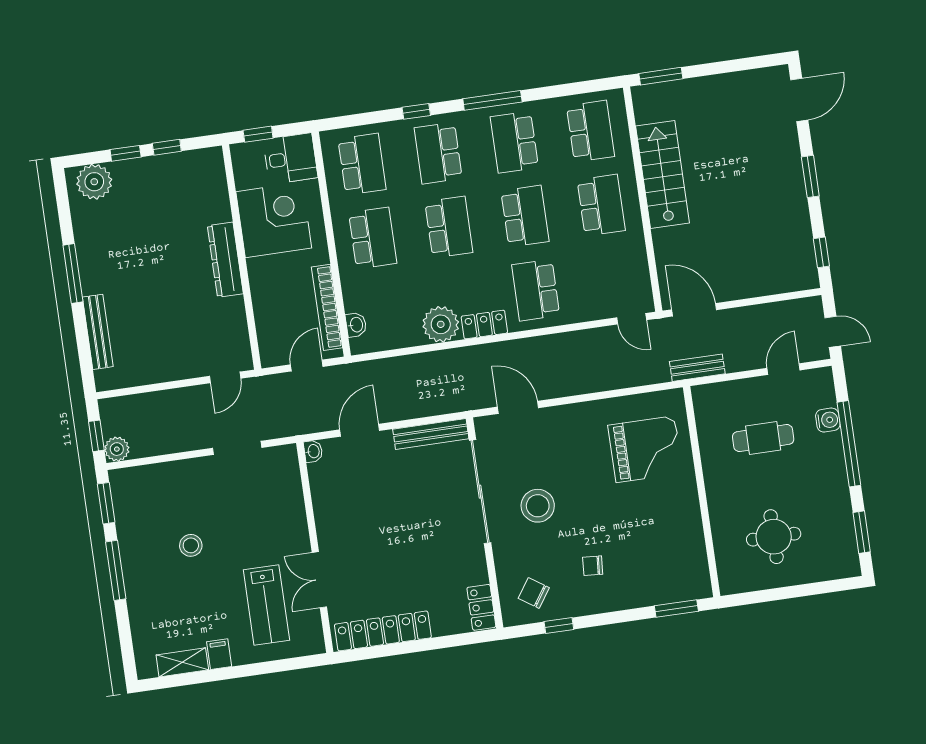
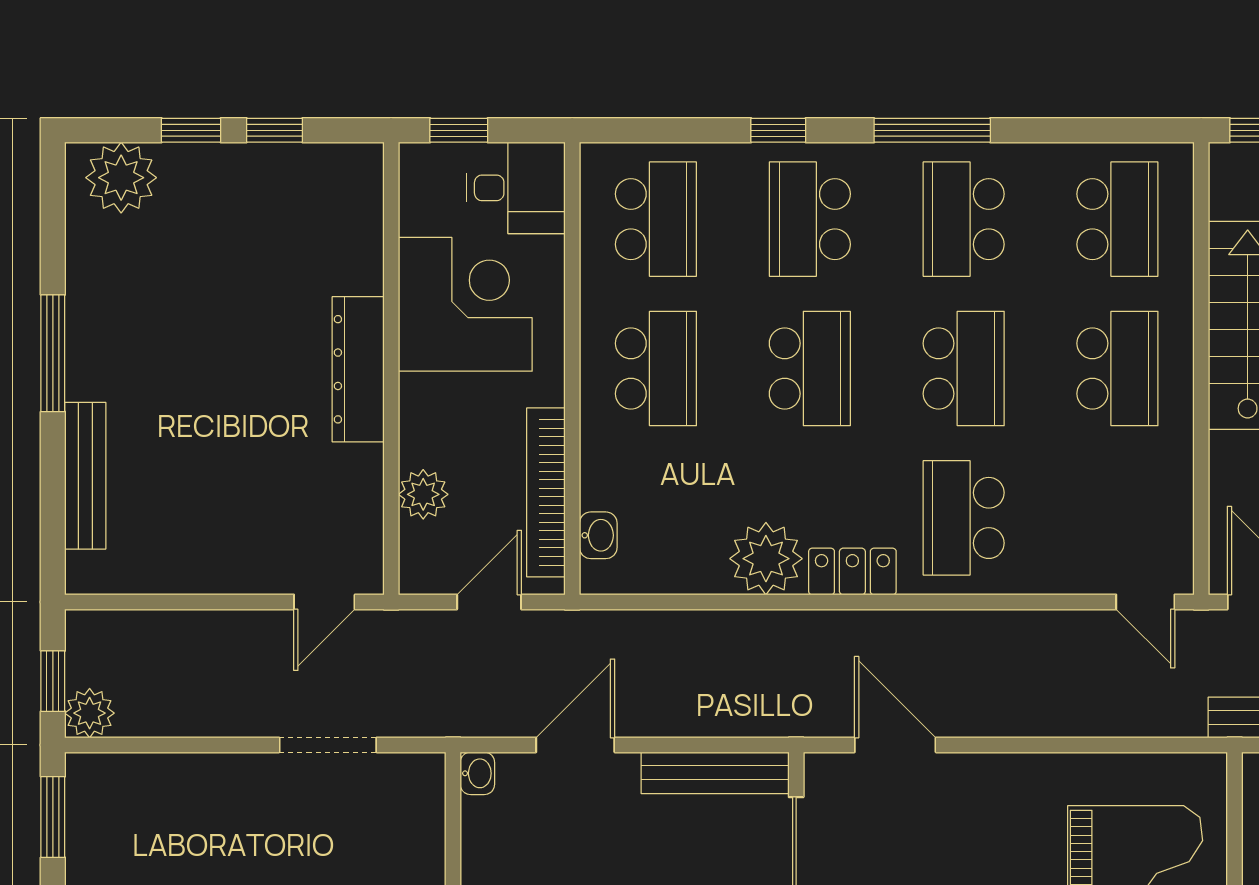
plant: (266, 317) -> (423, 494), added

